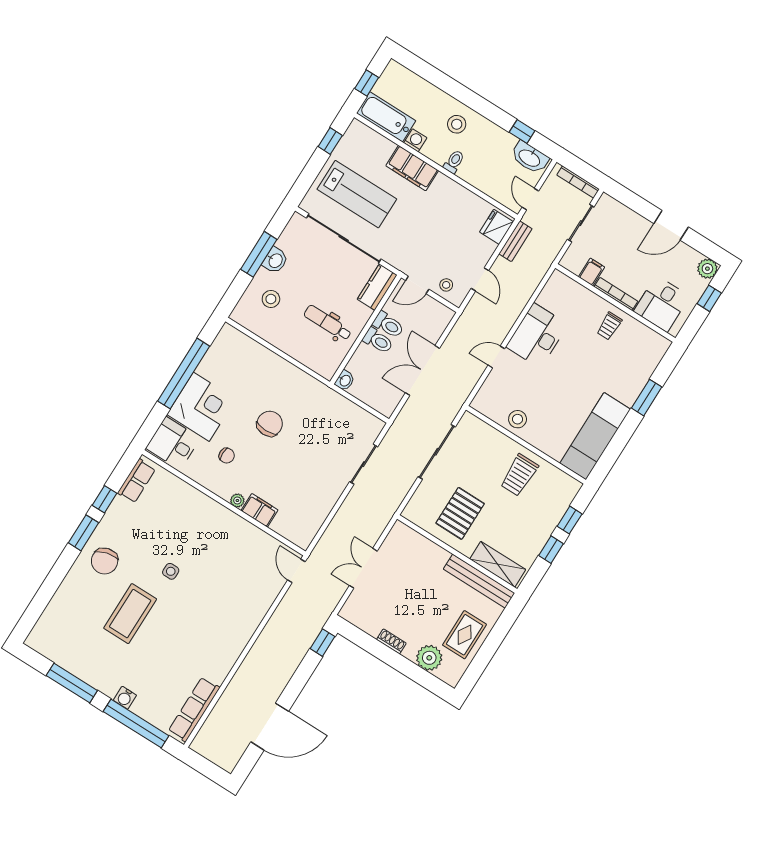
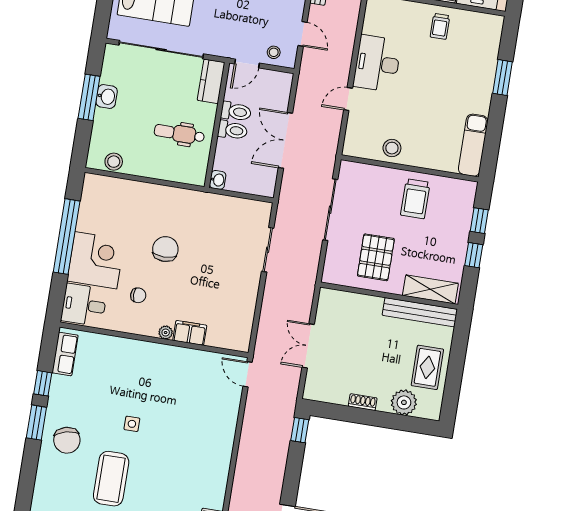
stool: (271, 299) -> (114, 162), moved
exam couch: (595, 436) -> (473, 145), width x0.73, depth x0.69

